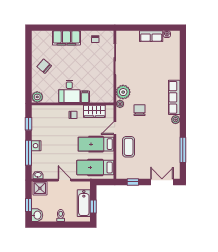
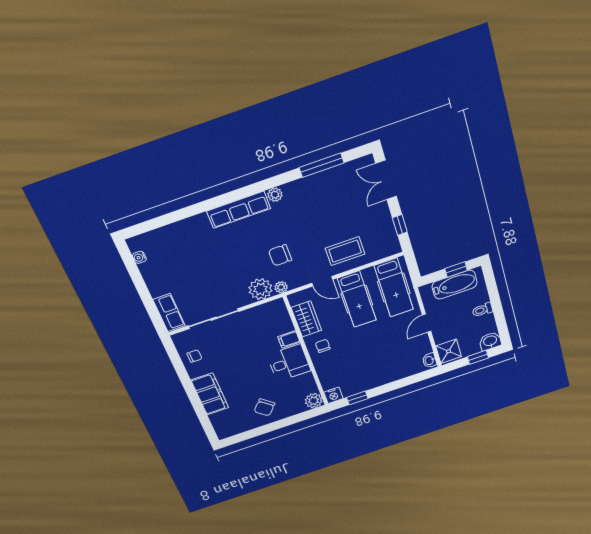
row of seats: (151, 36) -> (169, 313), moved
nightstand: (36, 146) -> (333, 395), moved
window: (29, 153) -> (400, 383), removed

